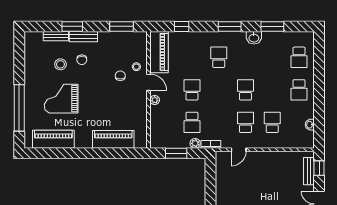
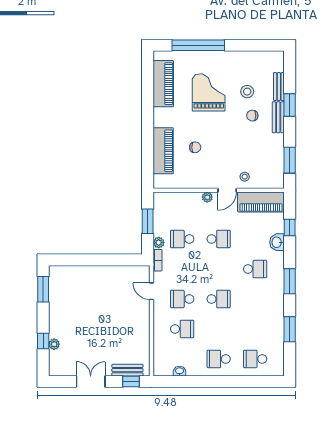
washbasin: (254, 38) -> (277, 242), moved
chair: (120, 76) -> (195, 147), moved
school desk: (245, 122) -> (182, 299), turned 180

